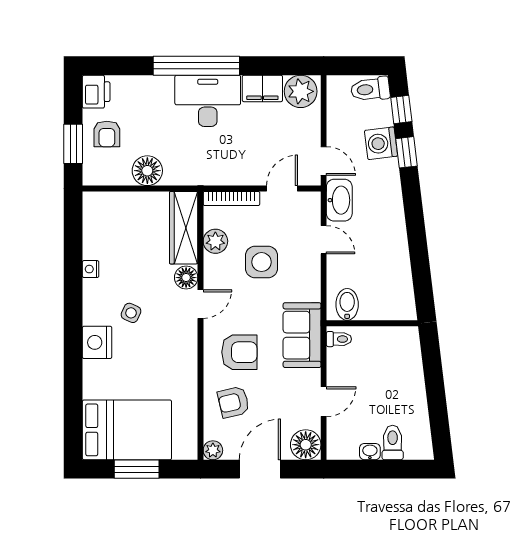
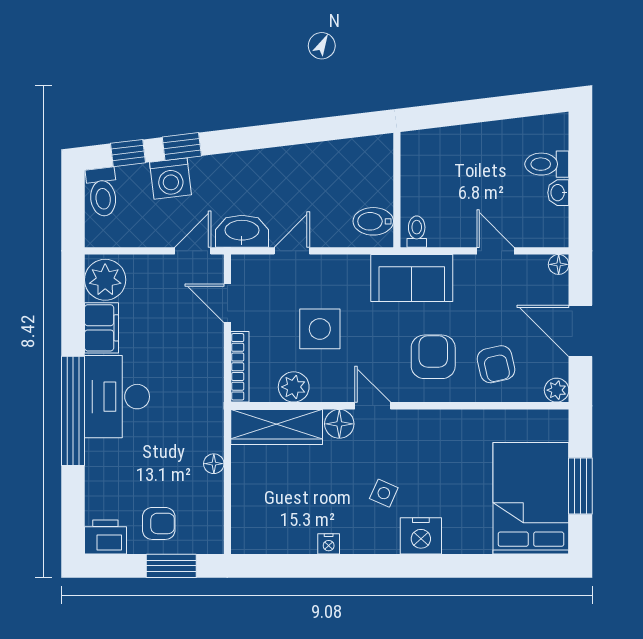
floor lamp: (147, 171) -> (214, 464), width x0.53, depth x0.53
floor lamp: (306, 445) -> (559, 264), width x0.53, depth x0.53

